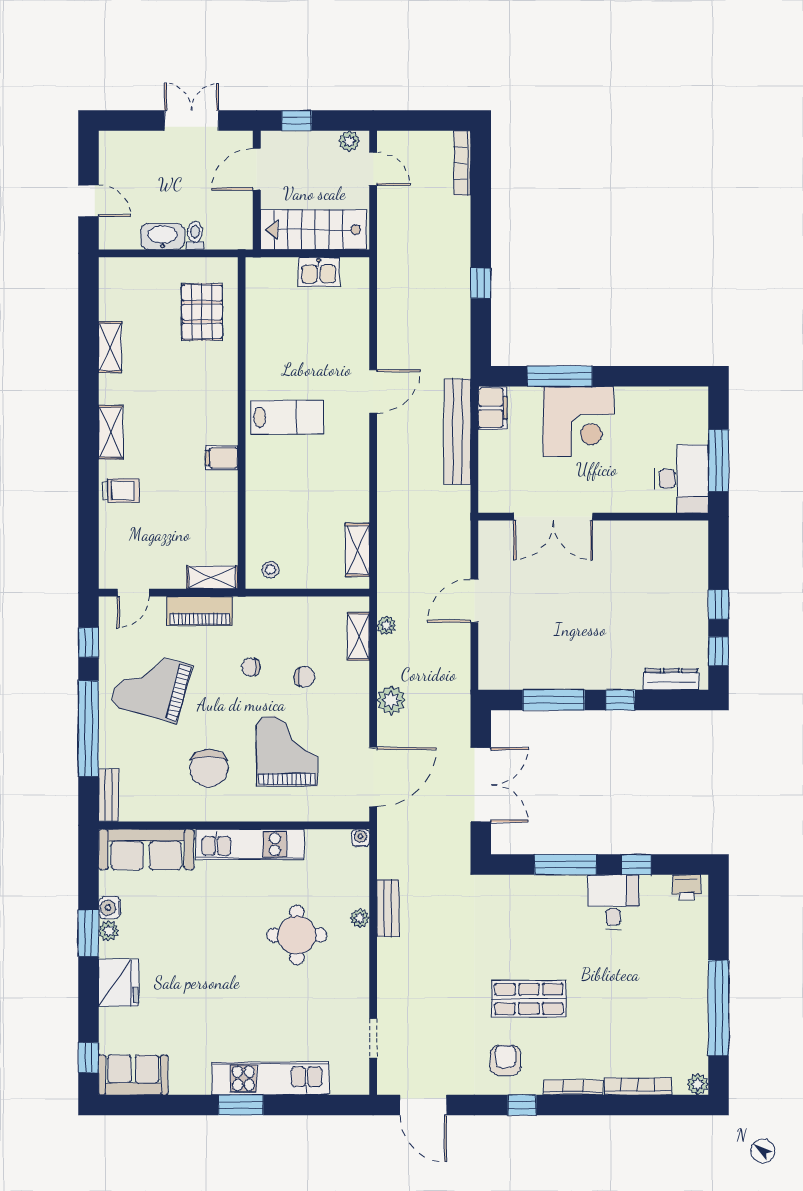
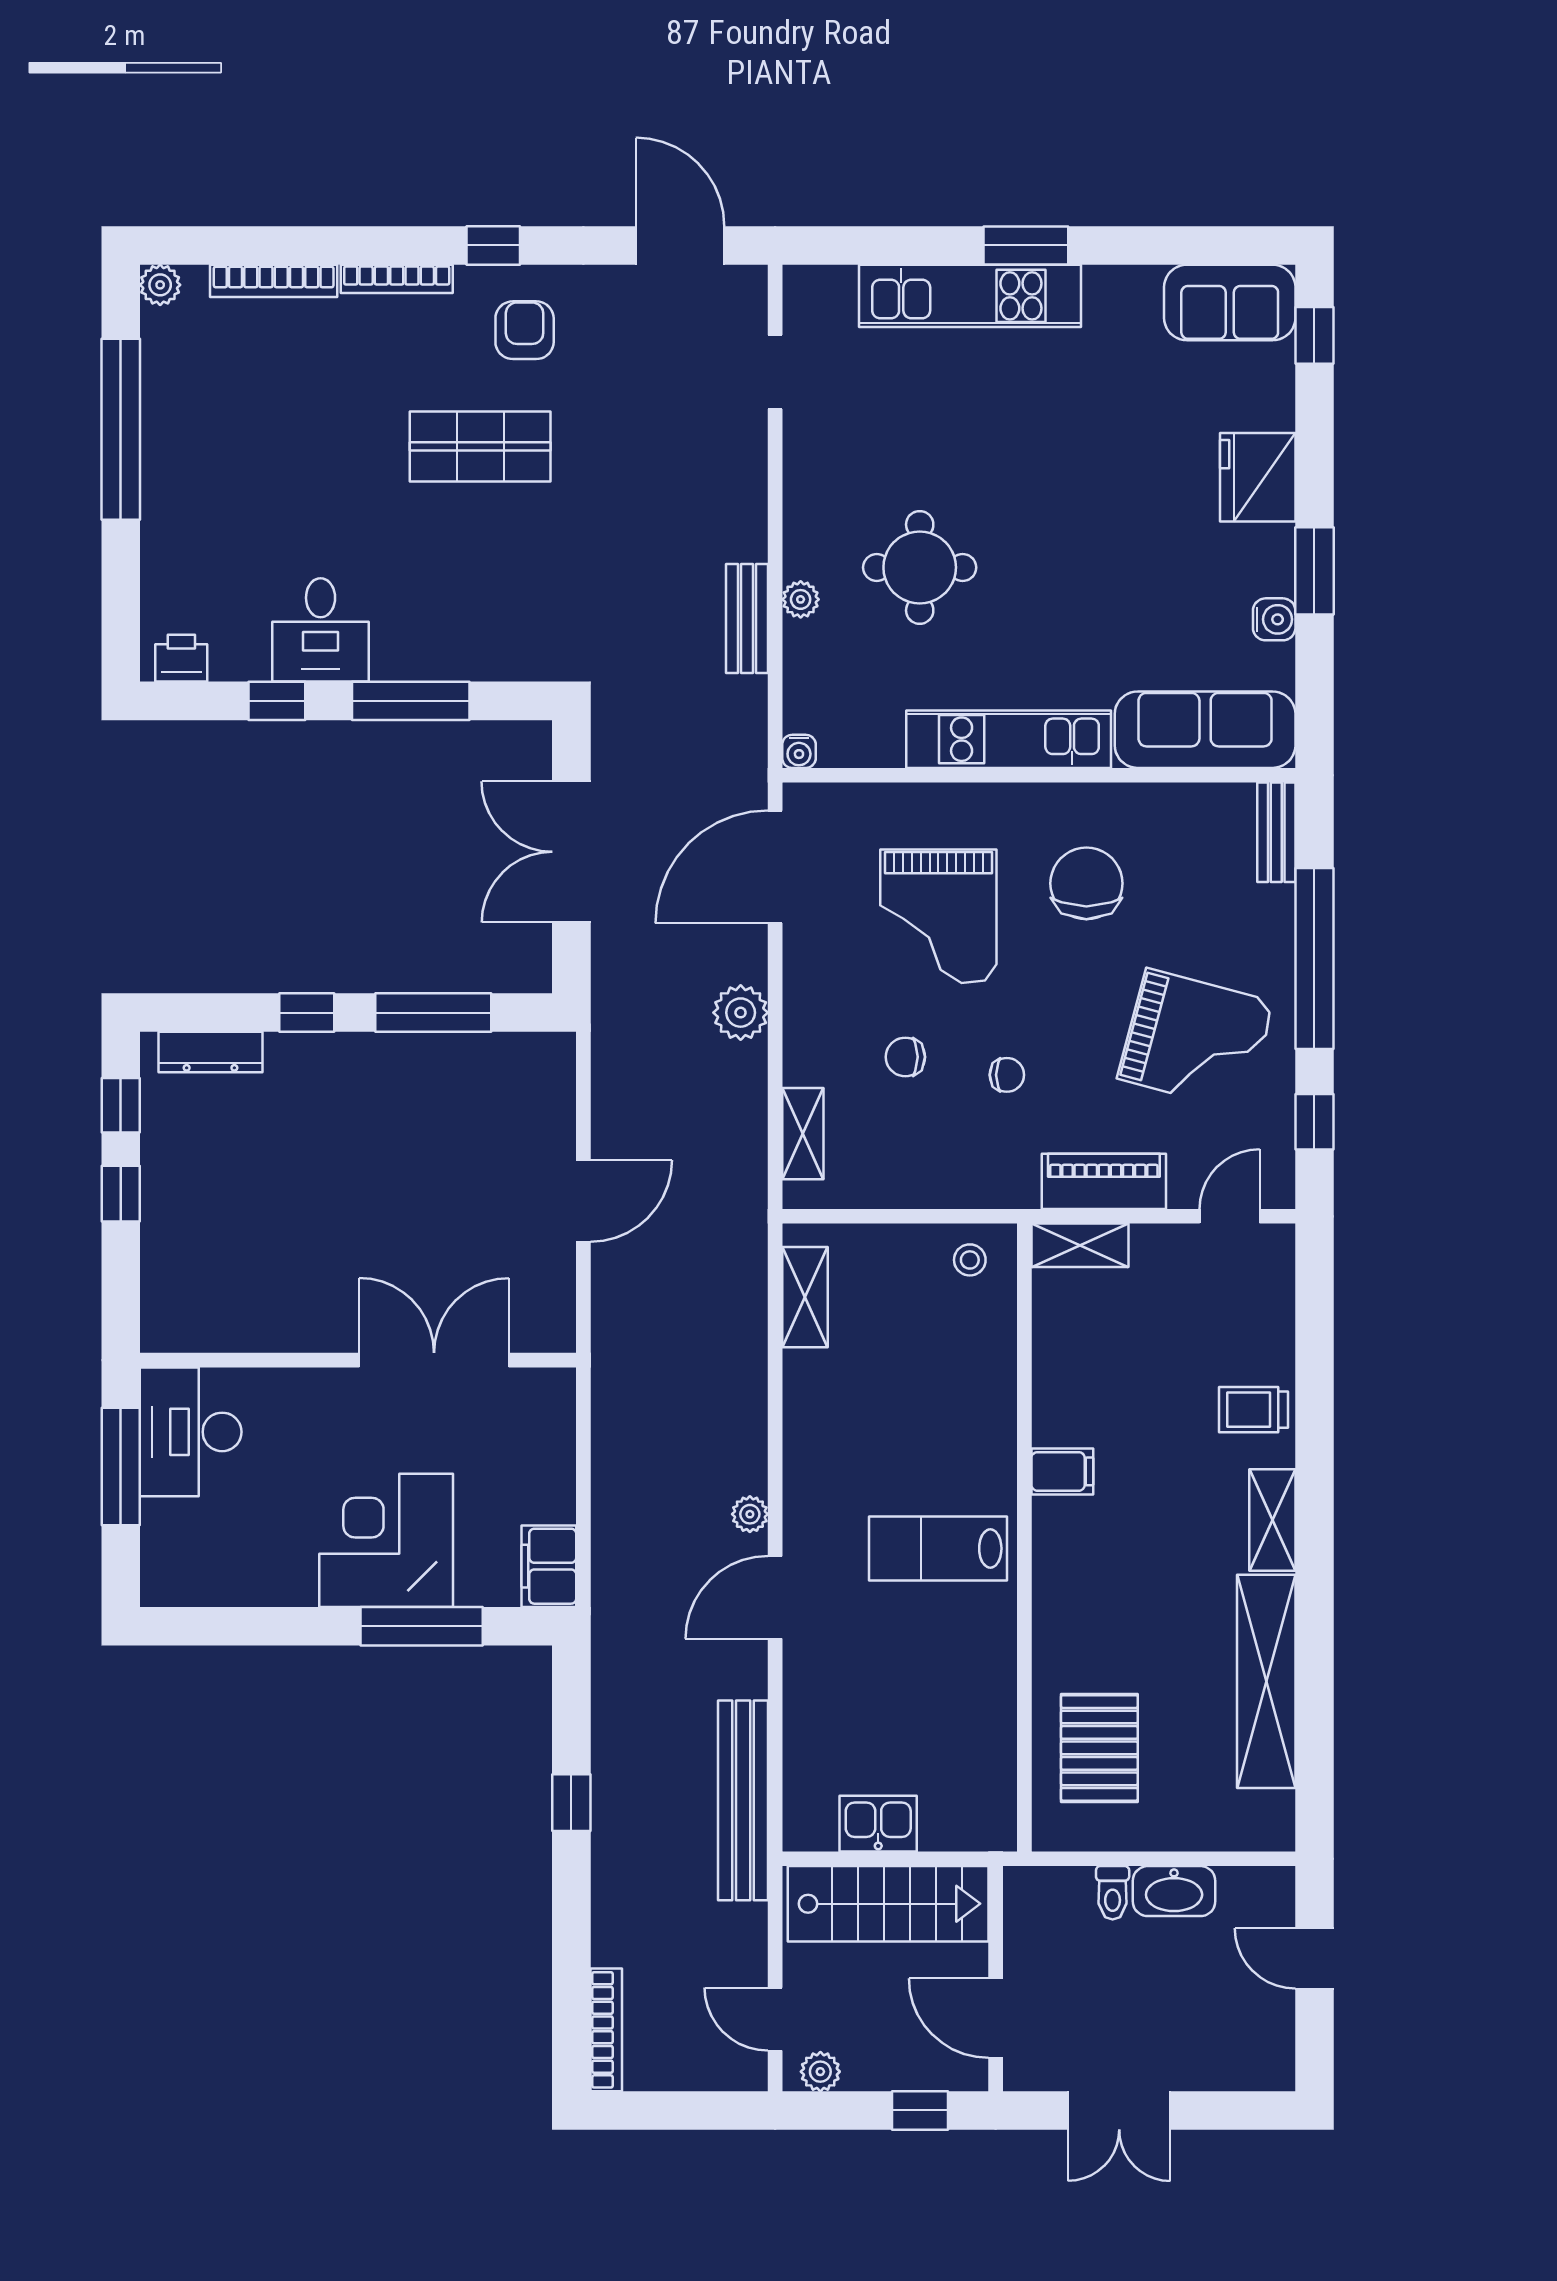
door: (257, 169) -> (996, 2018), swing flipped
shelving: (110, 347) -> (1266, 1681), width x2.20, depth x1.33
bench: (457, 431) -> (743, 1800), moved
plant: (386, 626) -> (750, 1514), moved
plant: (109, 931) -> (1276, 575), removed
armchair: (505, 1060) -> (525, 330), turned 180

